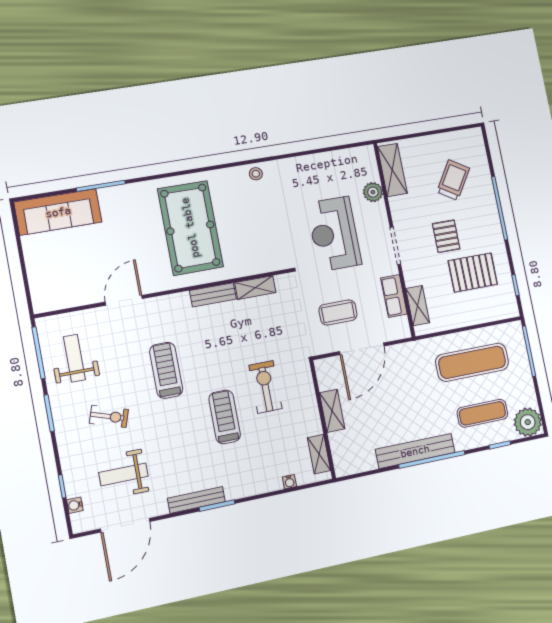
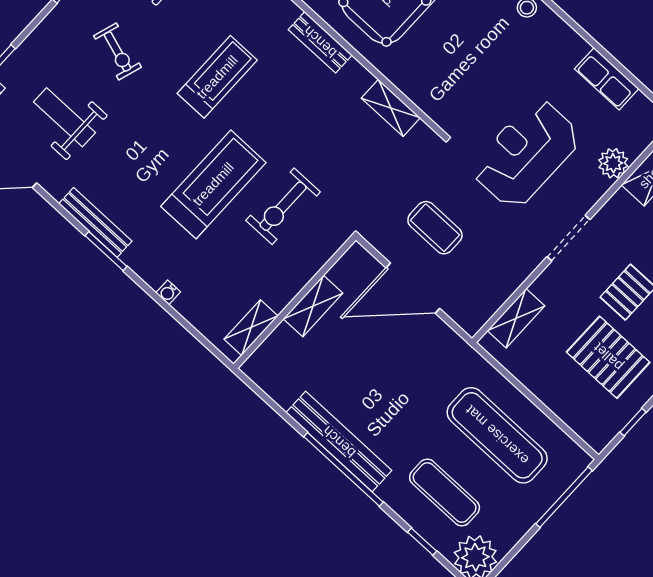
bench: (213, 295) -> (320, 42), moved
row of seats: (394, 296) -> (607, 79), moved, turned -90
exercise bike: (265, 387) -> (283, 206), turned 180
treadmill: (225, 417) -> (213, 184), width x1.37, depth x1.38
water cooler: (289, 482) -> (168, 292), moved

